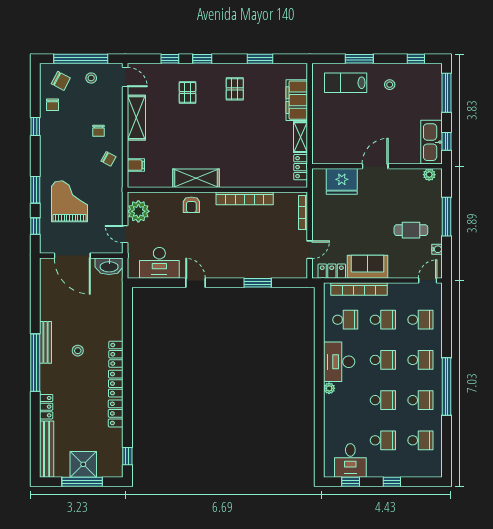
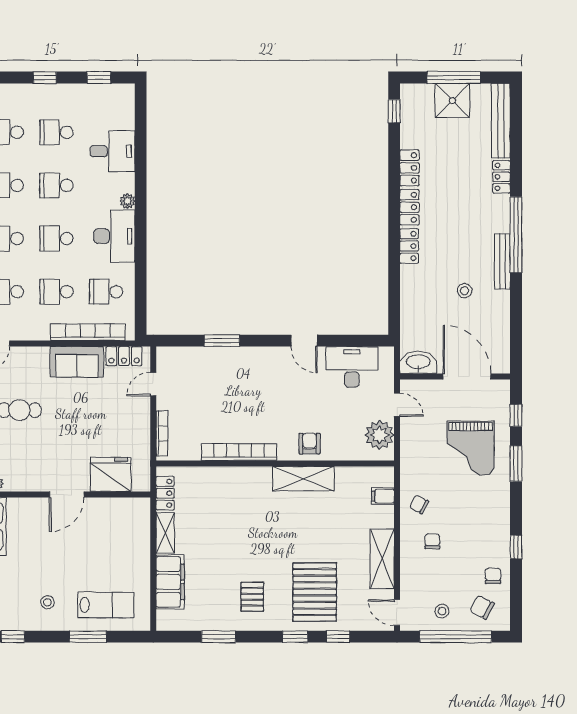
pallet: (187, 92) -> (315, 592), width x2.05, depth x2.00
stool: (78, 351) -> (464, 291), moved
desk: (350, 460) -> (112, 151), moved, turned 90

